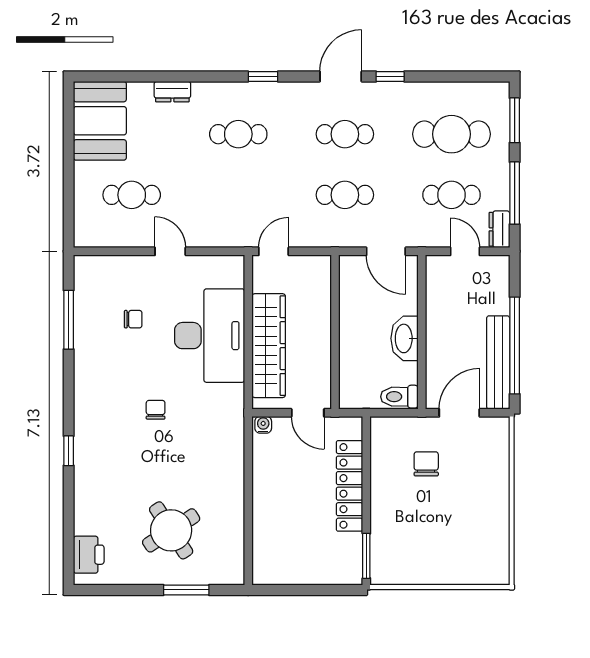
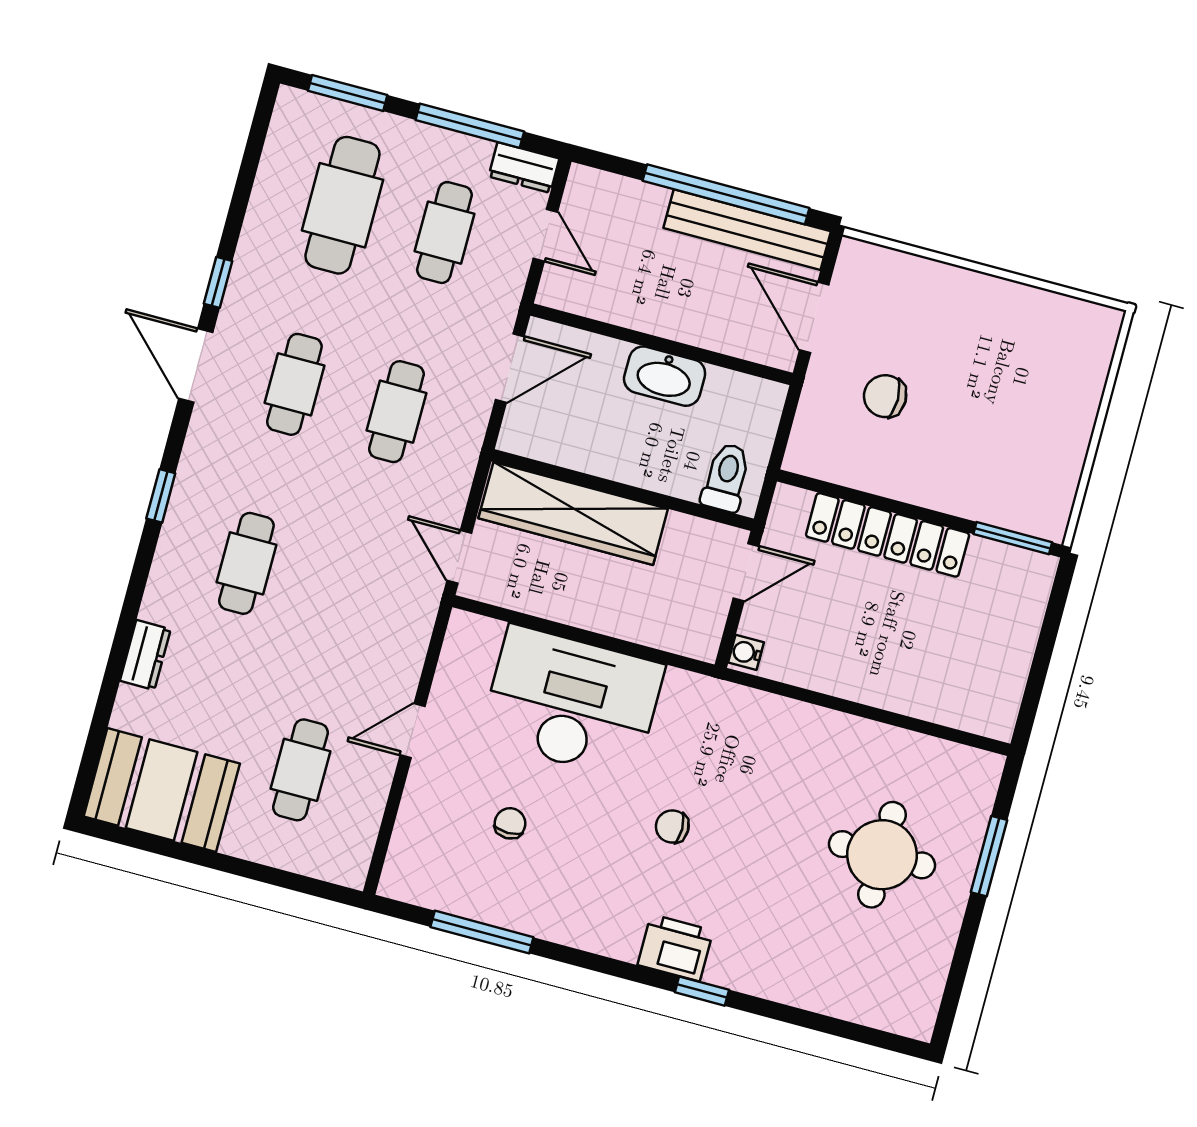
door: (465, 251) -> (545, 235), swing flipped
wardrobe: (269, 346) -> (573, 514), moved, turned 180
toilet: (399, 397) -> (726, 477), moved, turned 180
round table: (171, 530) -> (882, 855), turned 33
printer: (89, 555) -> (675, 948), moved

